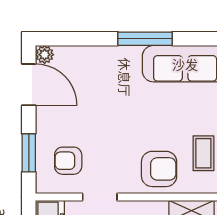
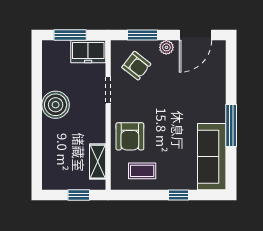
plant: (45, 55) -> (166, 47), moved
armchair: (68, 161) -> (136, 66), turned 128

